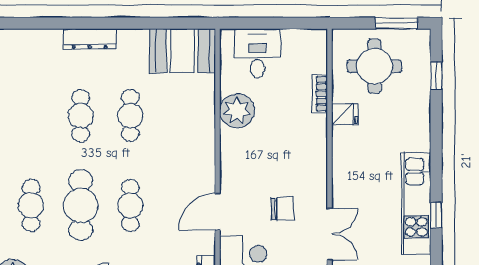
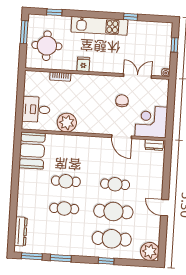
dresser: (90, 39) -> (21, 231), moved
fridge: (345, 114) -> (83, 64), moved
kitchen unit: (416, 203) -> (99, 26), moved
cafe table: (31, 205) -> (112, 239), width x1.37, depth x1.35

